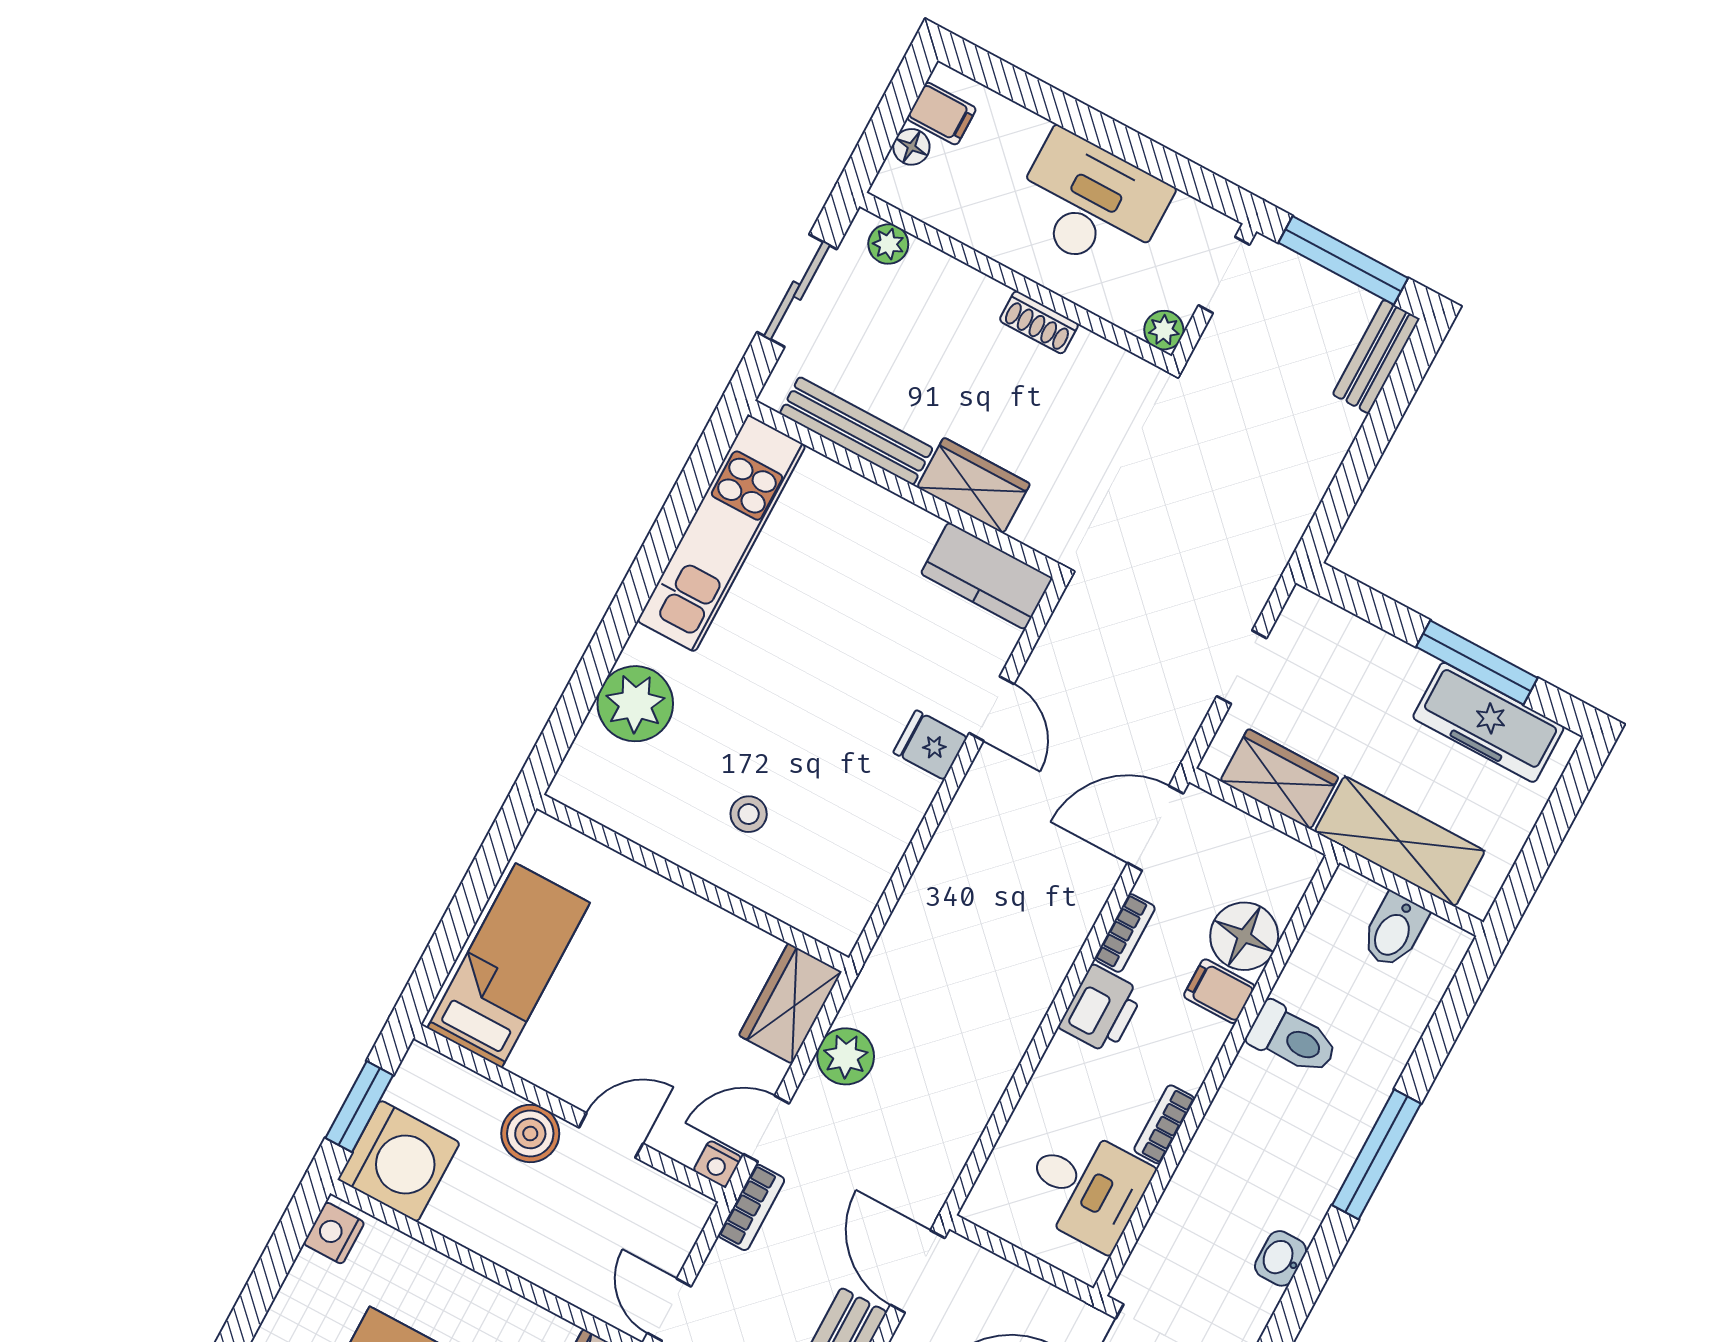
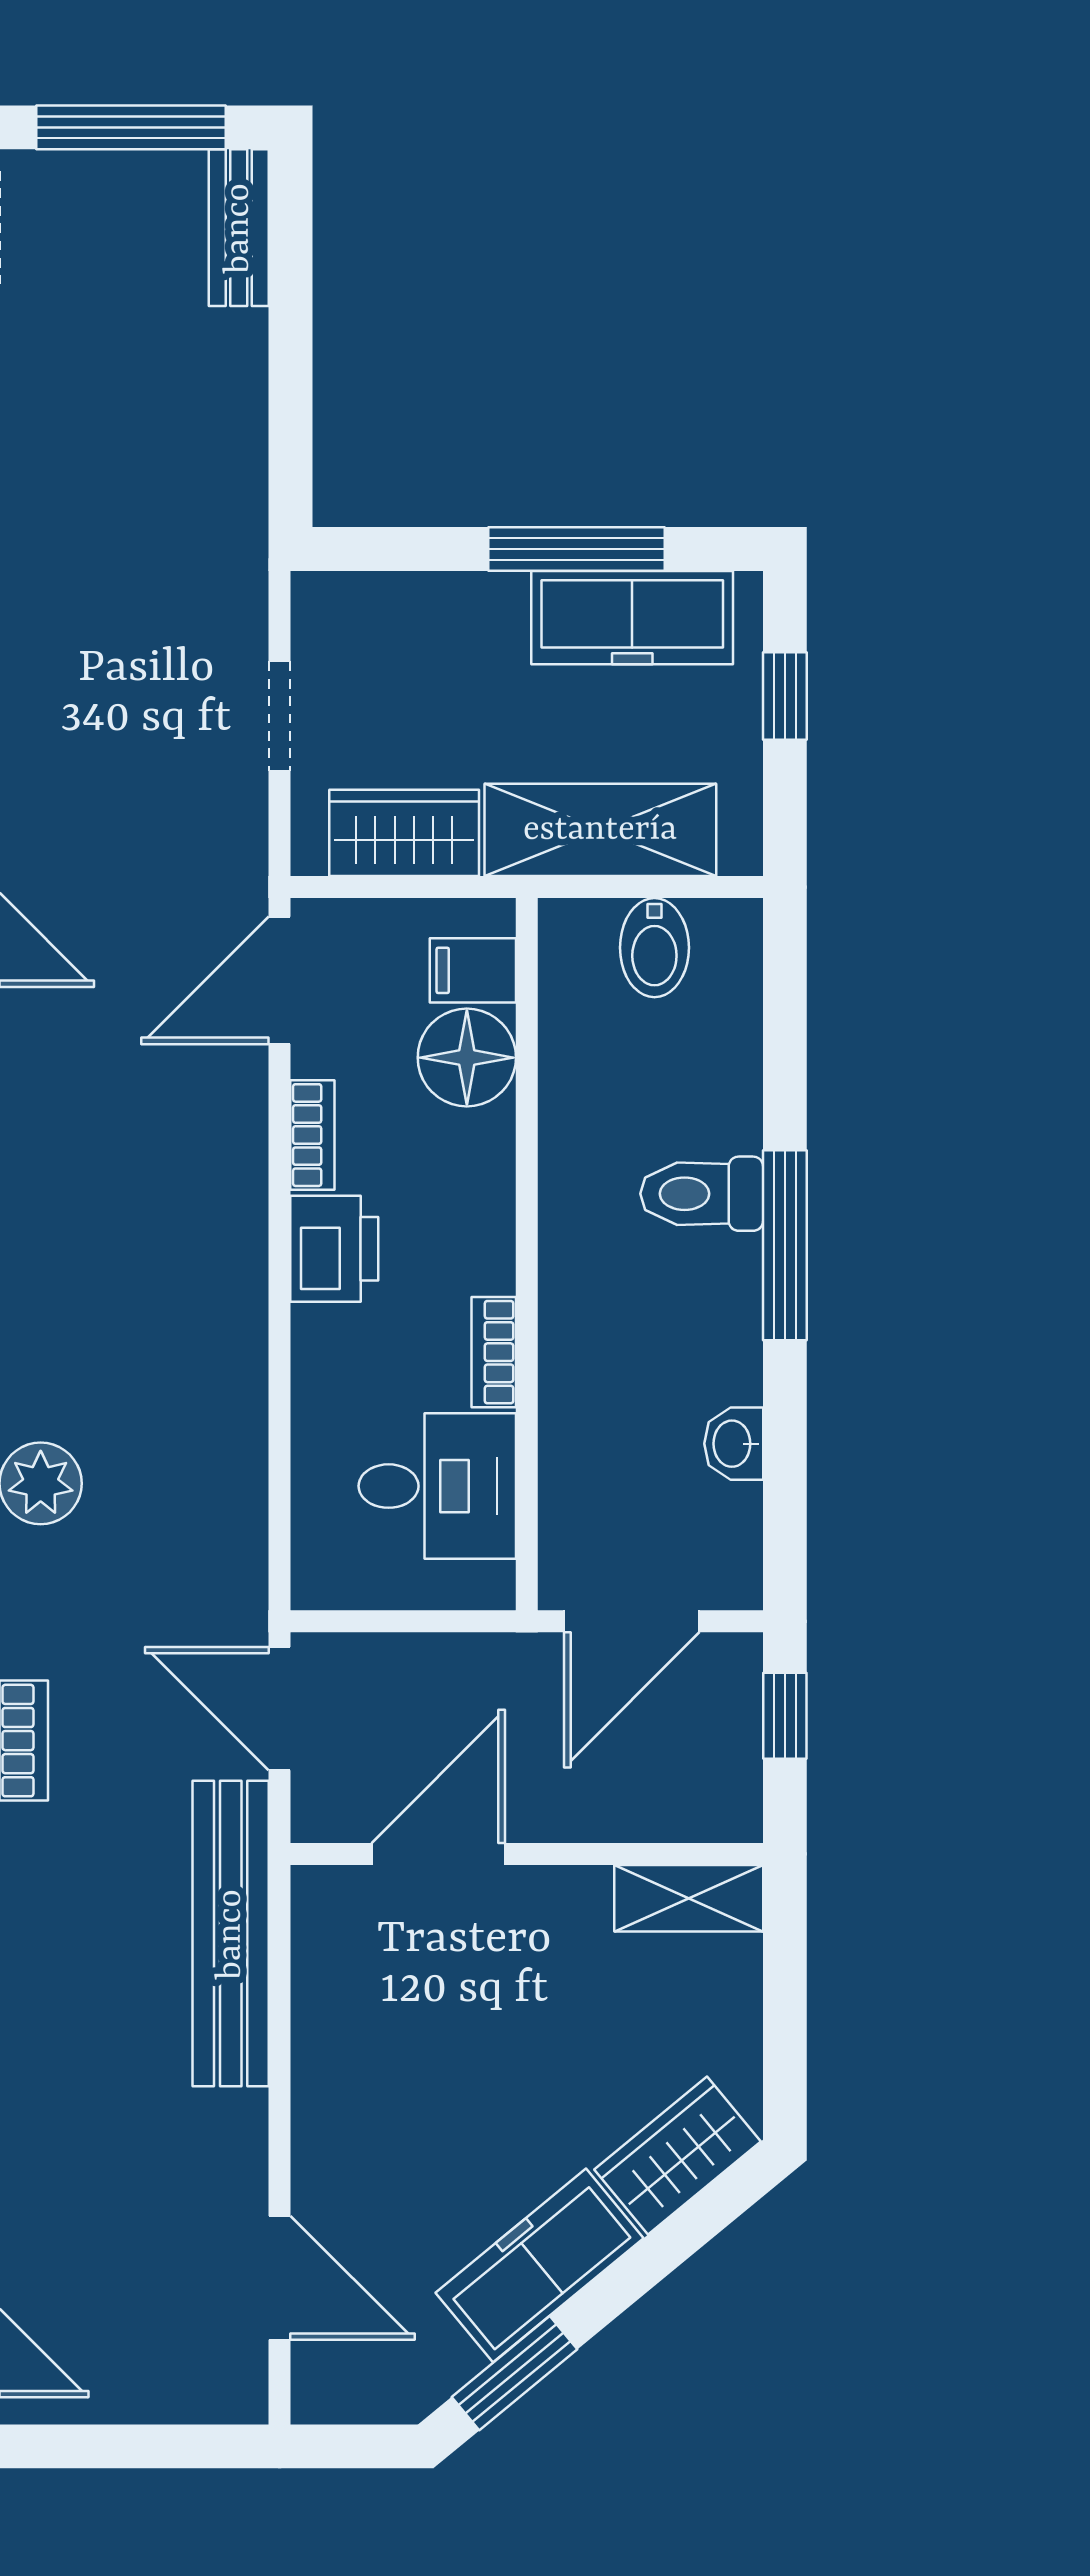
window: (1556, 820) -> (785, 696), added
filing cabinet: (1219, 991) -> (473, 970), moved
toilet: (1293, 1039) -> (702, 1194), moved, turned 180

